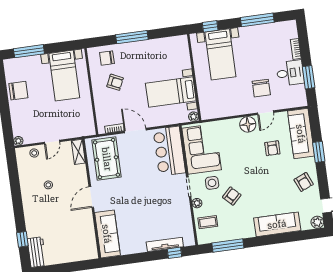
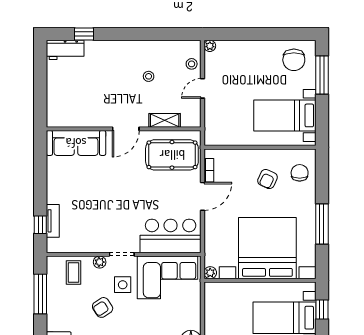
window: (132, 37) -> (322, 224), moved
chair: (18, 91) -> (294, 60), moved
bed with nightstands: (171, 92) -> (267, 248), width x1.85
door: (52, 142) -> (203, 88), hinge flipped
shelving: (78, 152) -> (165, 120), moved
armchair: (232, 196) -> (103, 307), turned 102
door: (91, 197) -> (126, 129), swing flipped
tv unit: (165, 244) -> (53, 221), width x0.71

